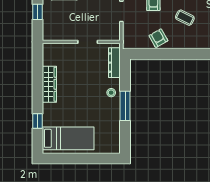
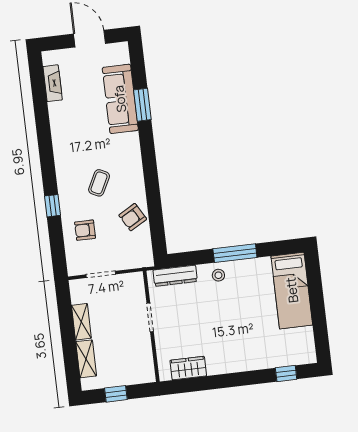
wardrobe: (49, 84) -> (188, 368), moved, width x0.67
window: (38, 121) -> (286, 374), moved
bed: (68, 138) -> (292, 290), moved, turned 180

